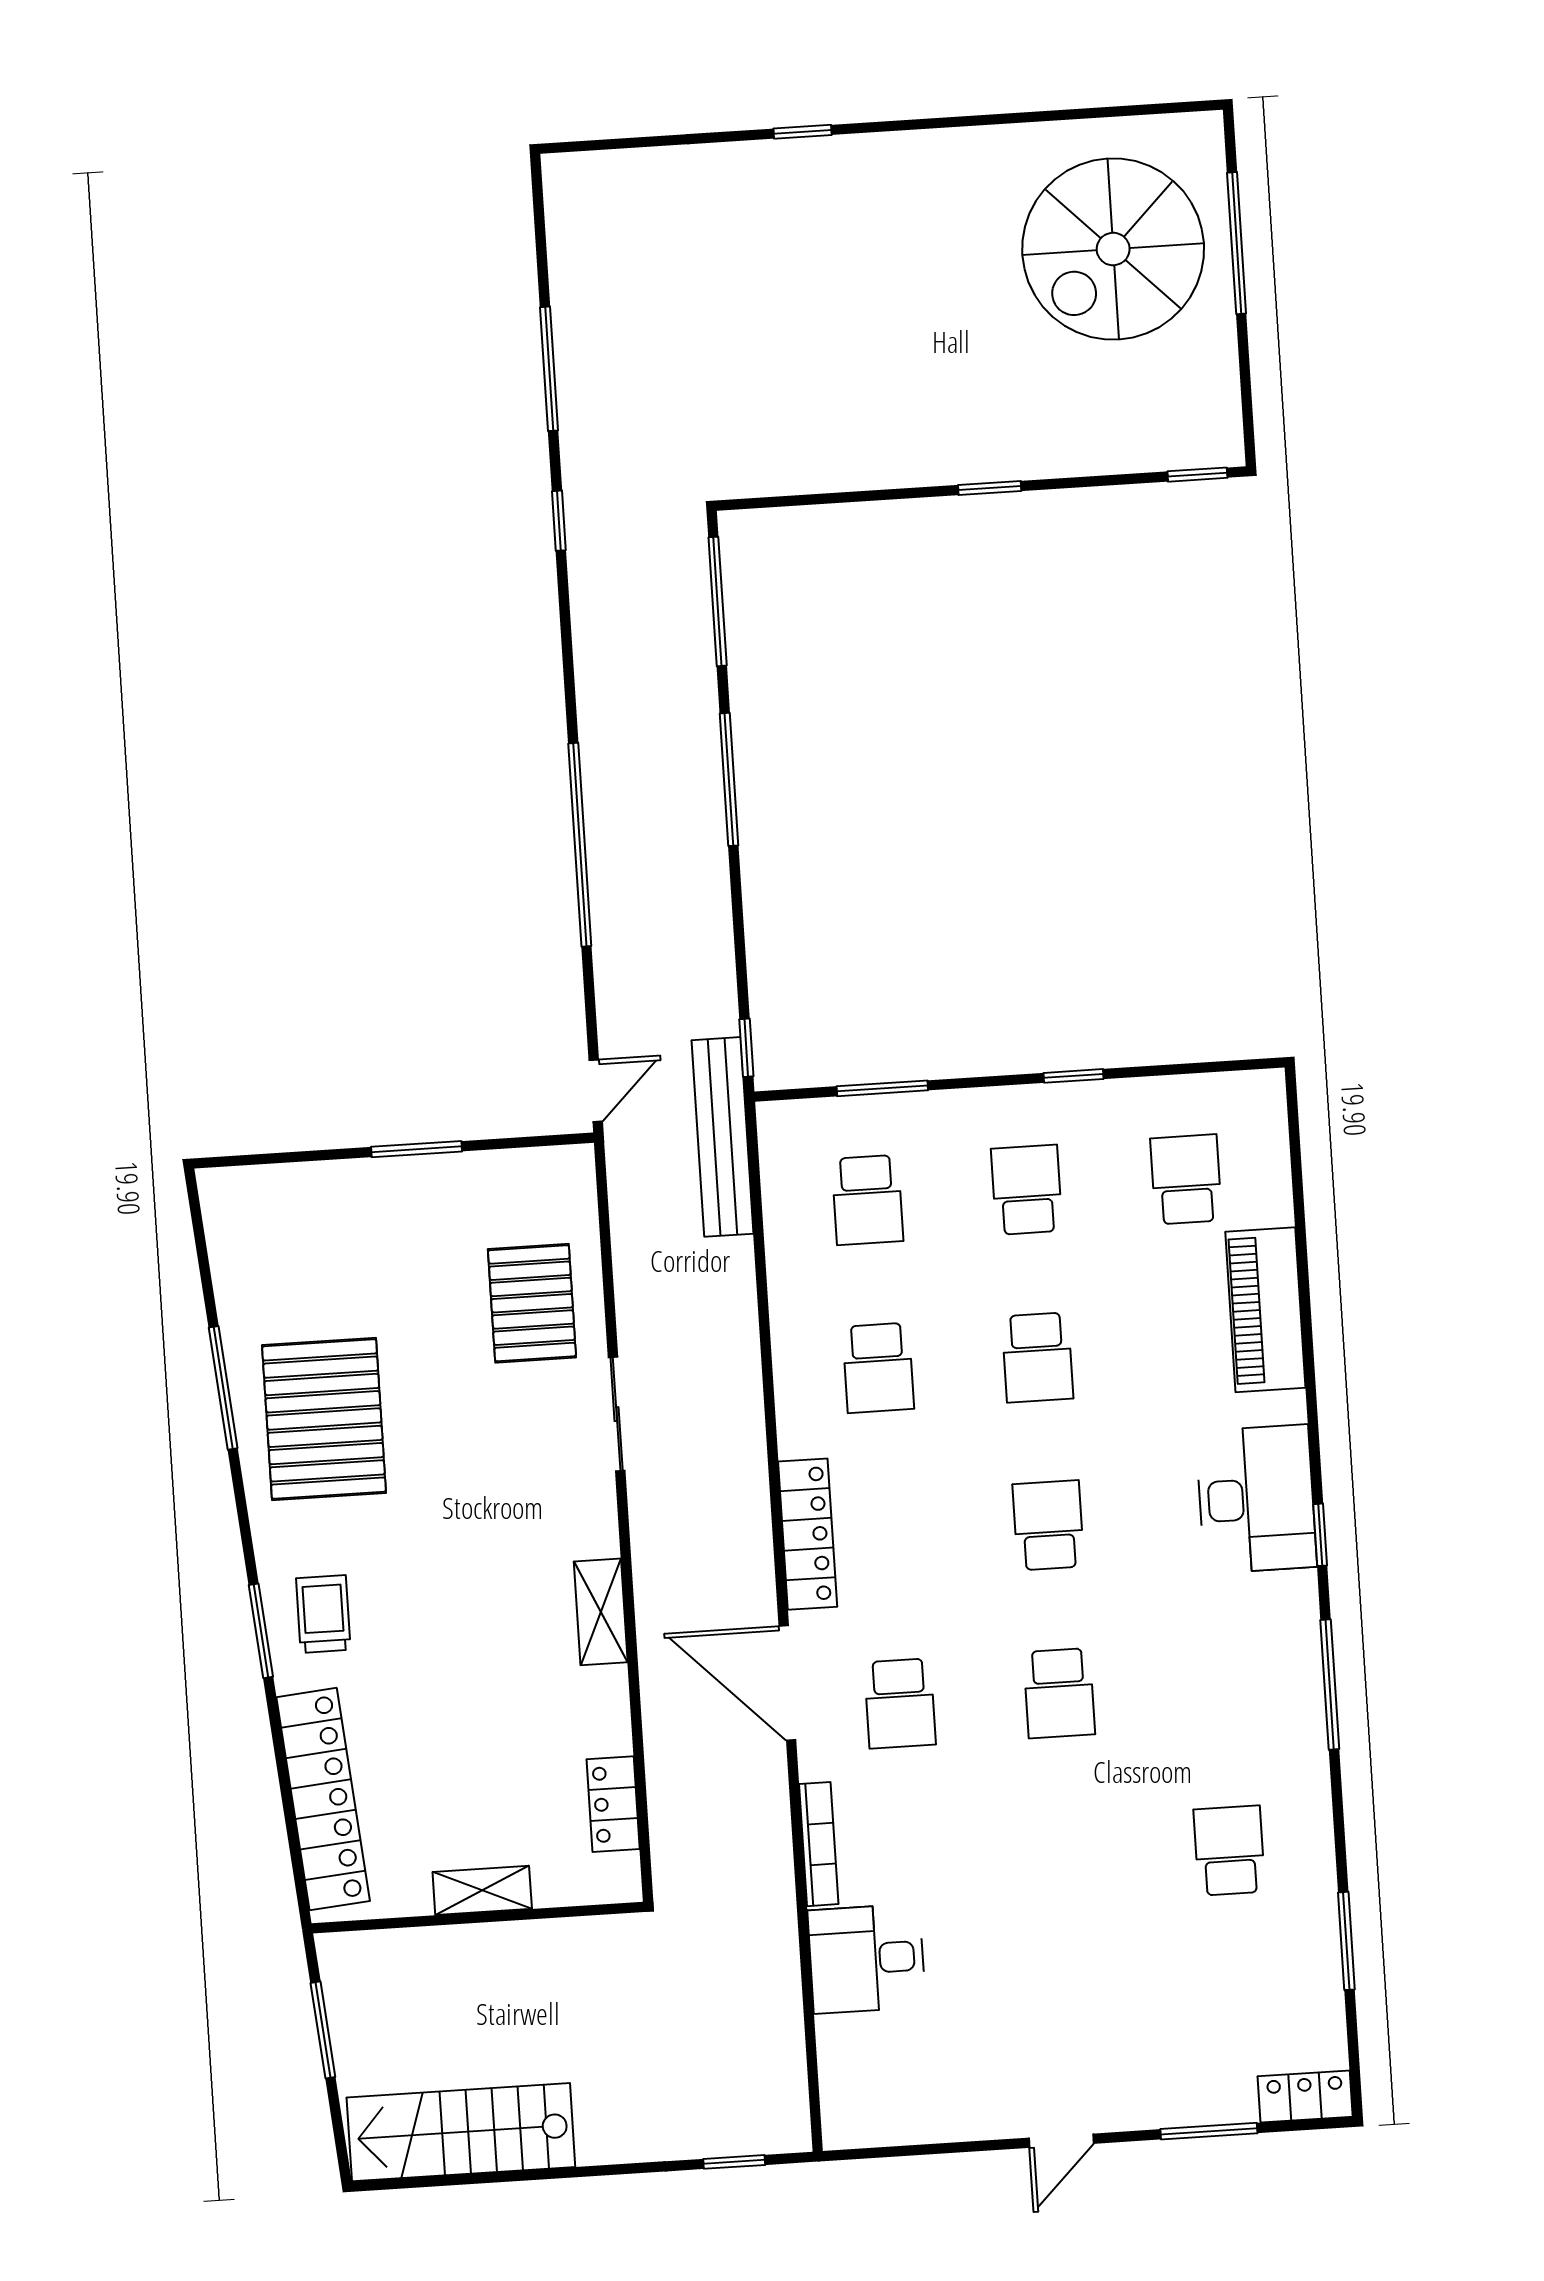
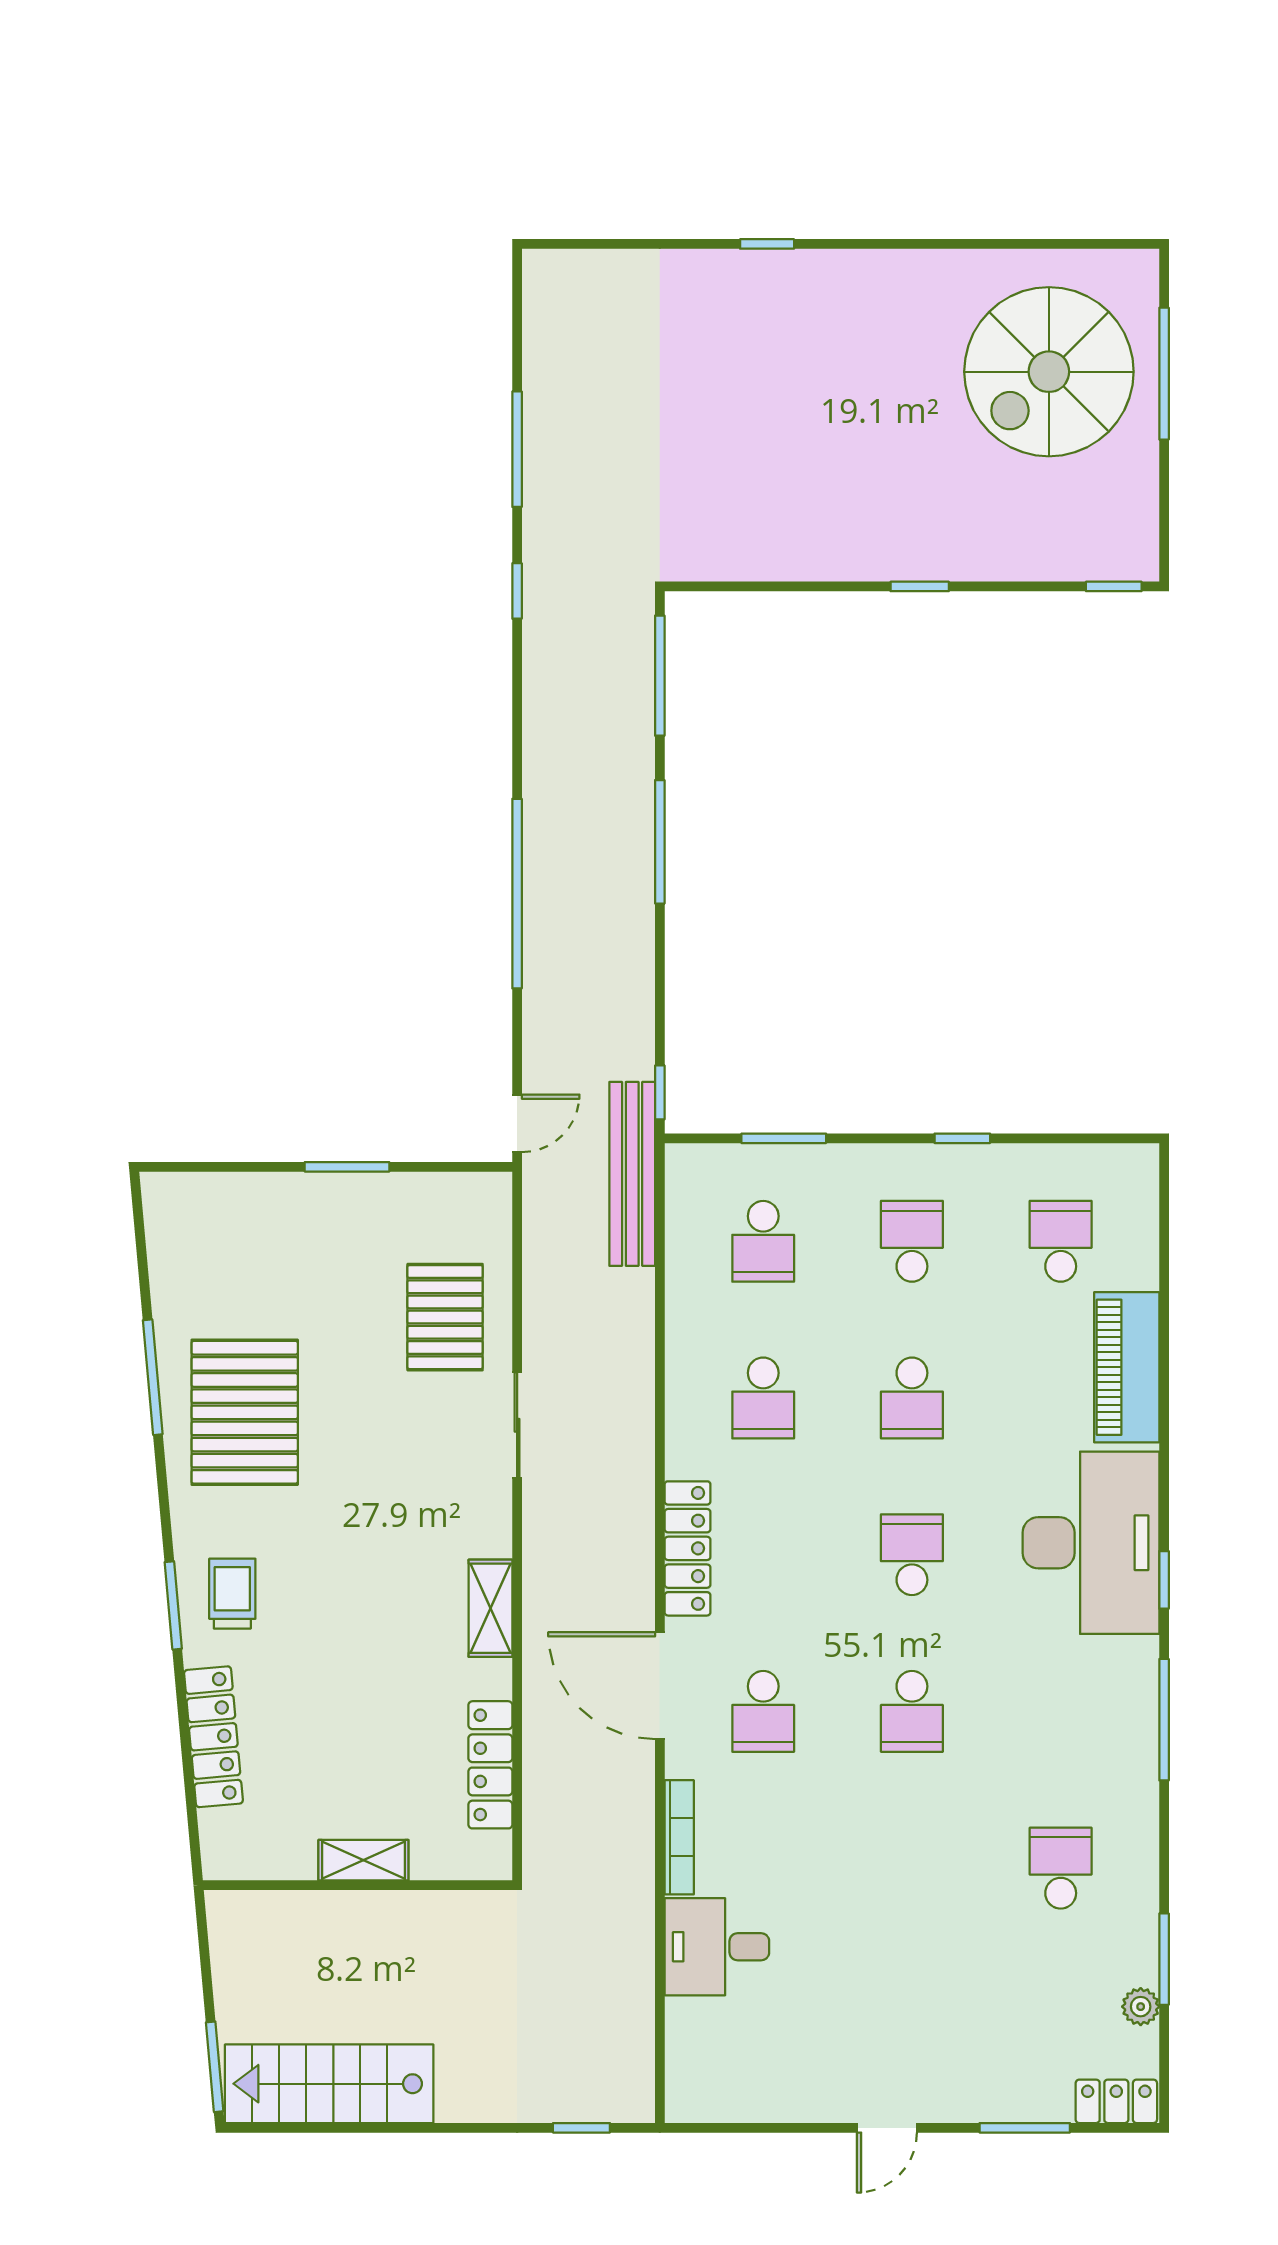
desk: (1256, 1499) -> (1091, 1543), width x1.36, depth x1.30
locker: (323, 1799) -> (213, 1737), width x0.71, depth x0.83
locker: (613, 1804) -> (490, 1765), width x1.53
plant: (1325, 1993) -> (1141, 2007), added
window: (323, 2030) -> (215, 2067), moved

